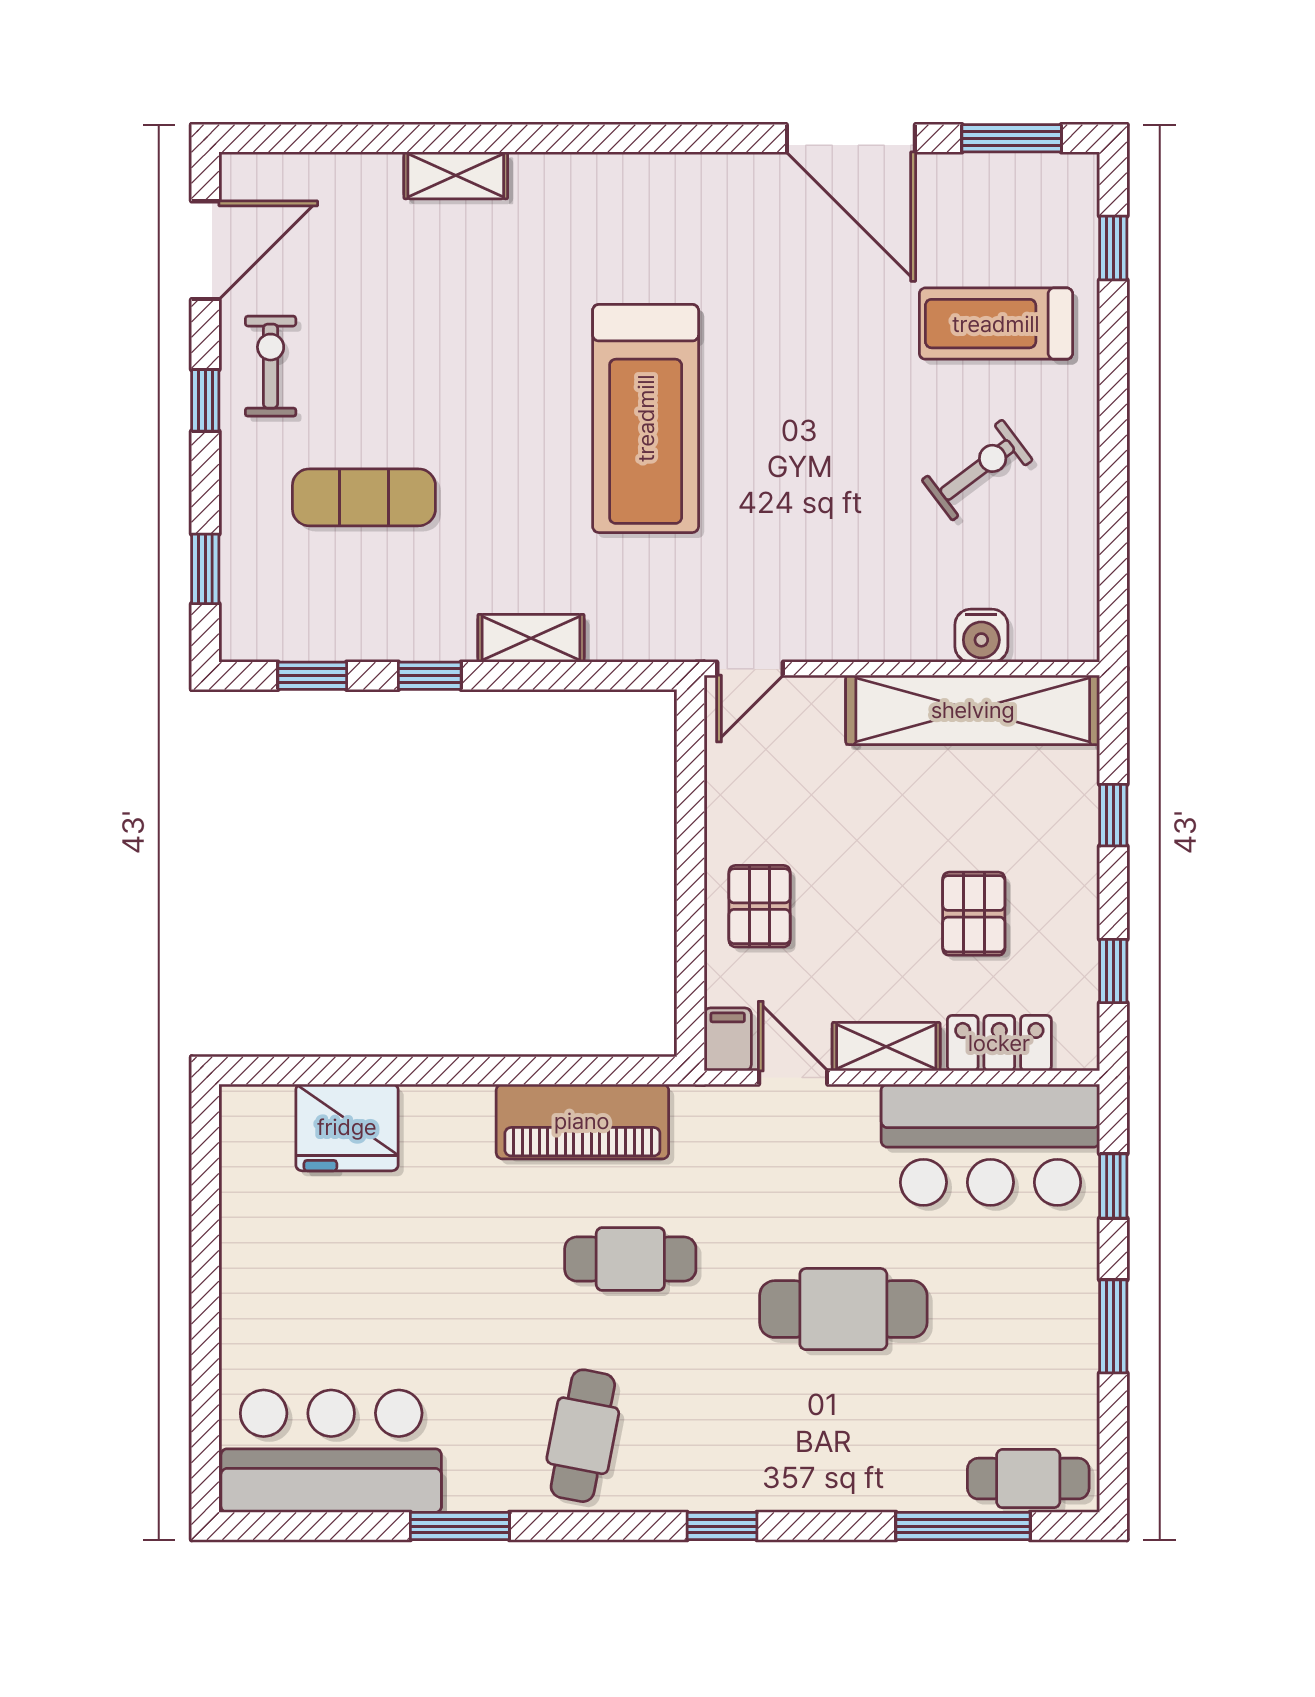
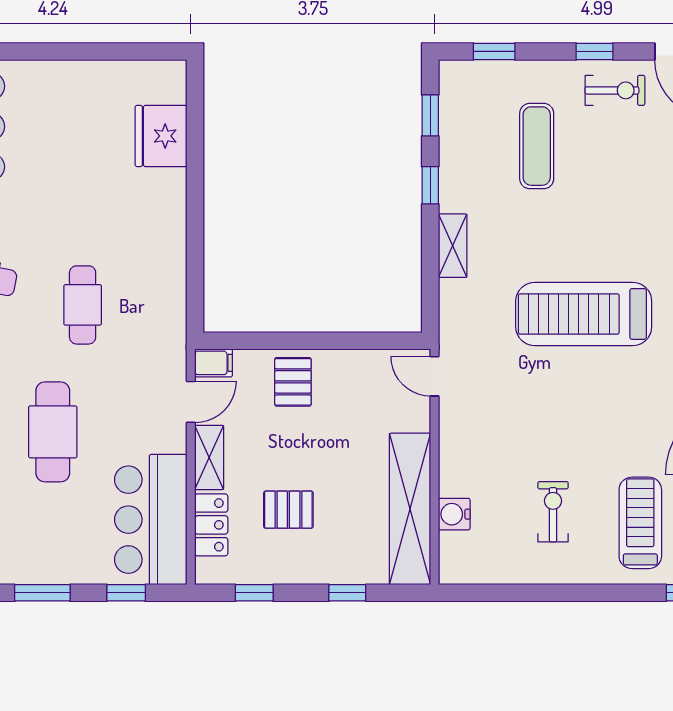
exercise bike: (977, 470) -> (553, 512), turned -143
pallet: (759, 906) -> (293, 382), turned 90
piano: (582, 1121) -> (165, 276), removed

